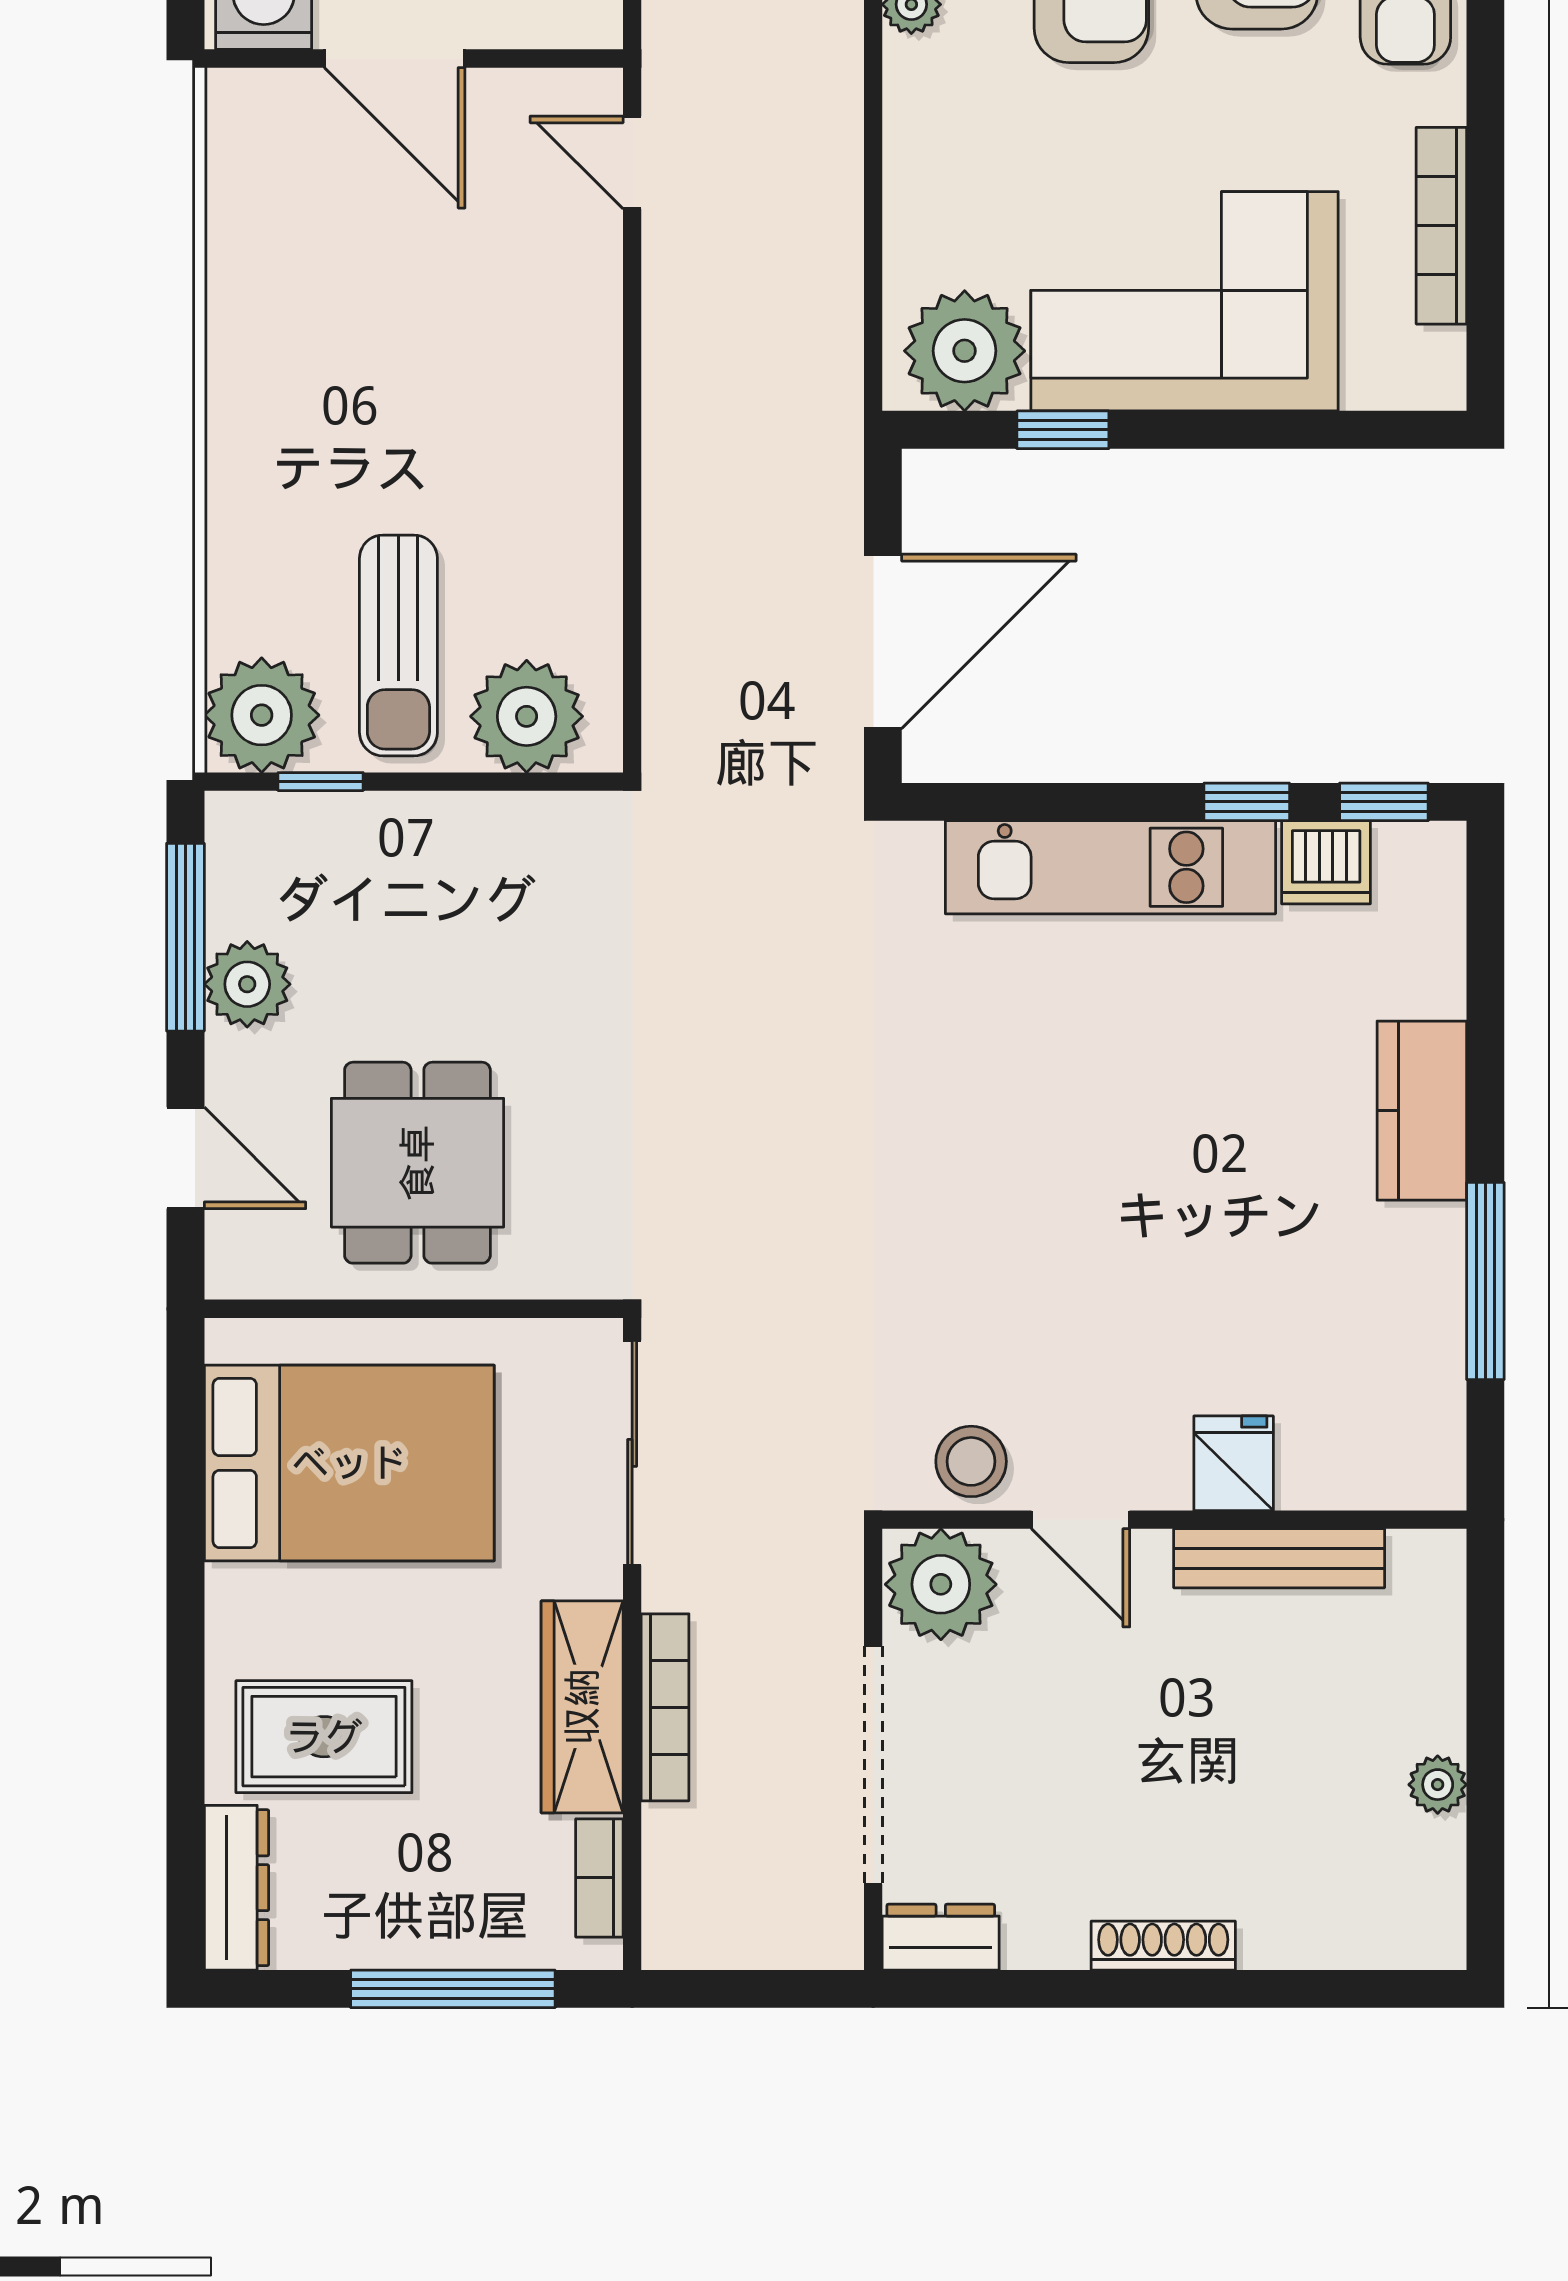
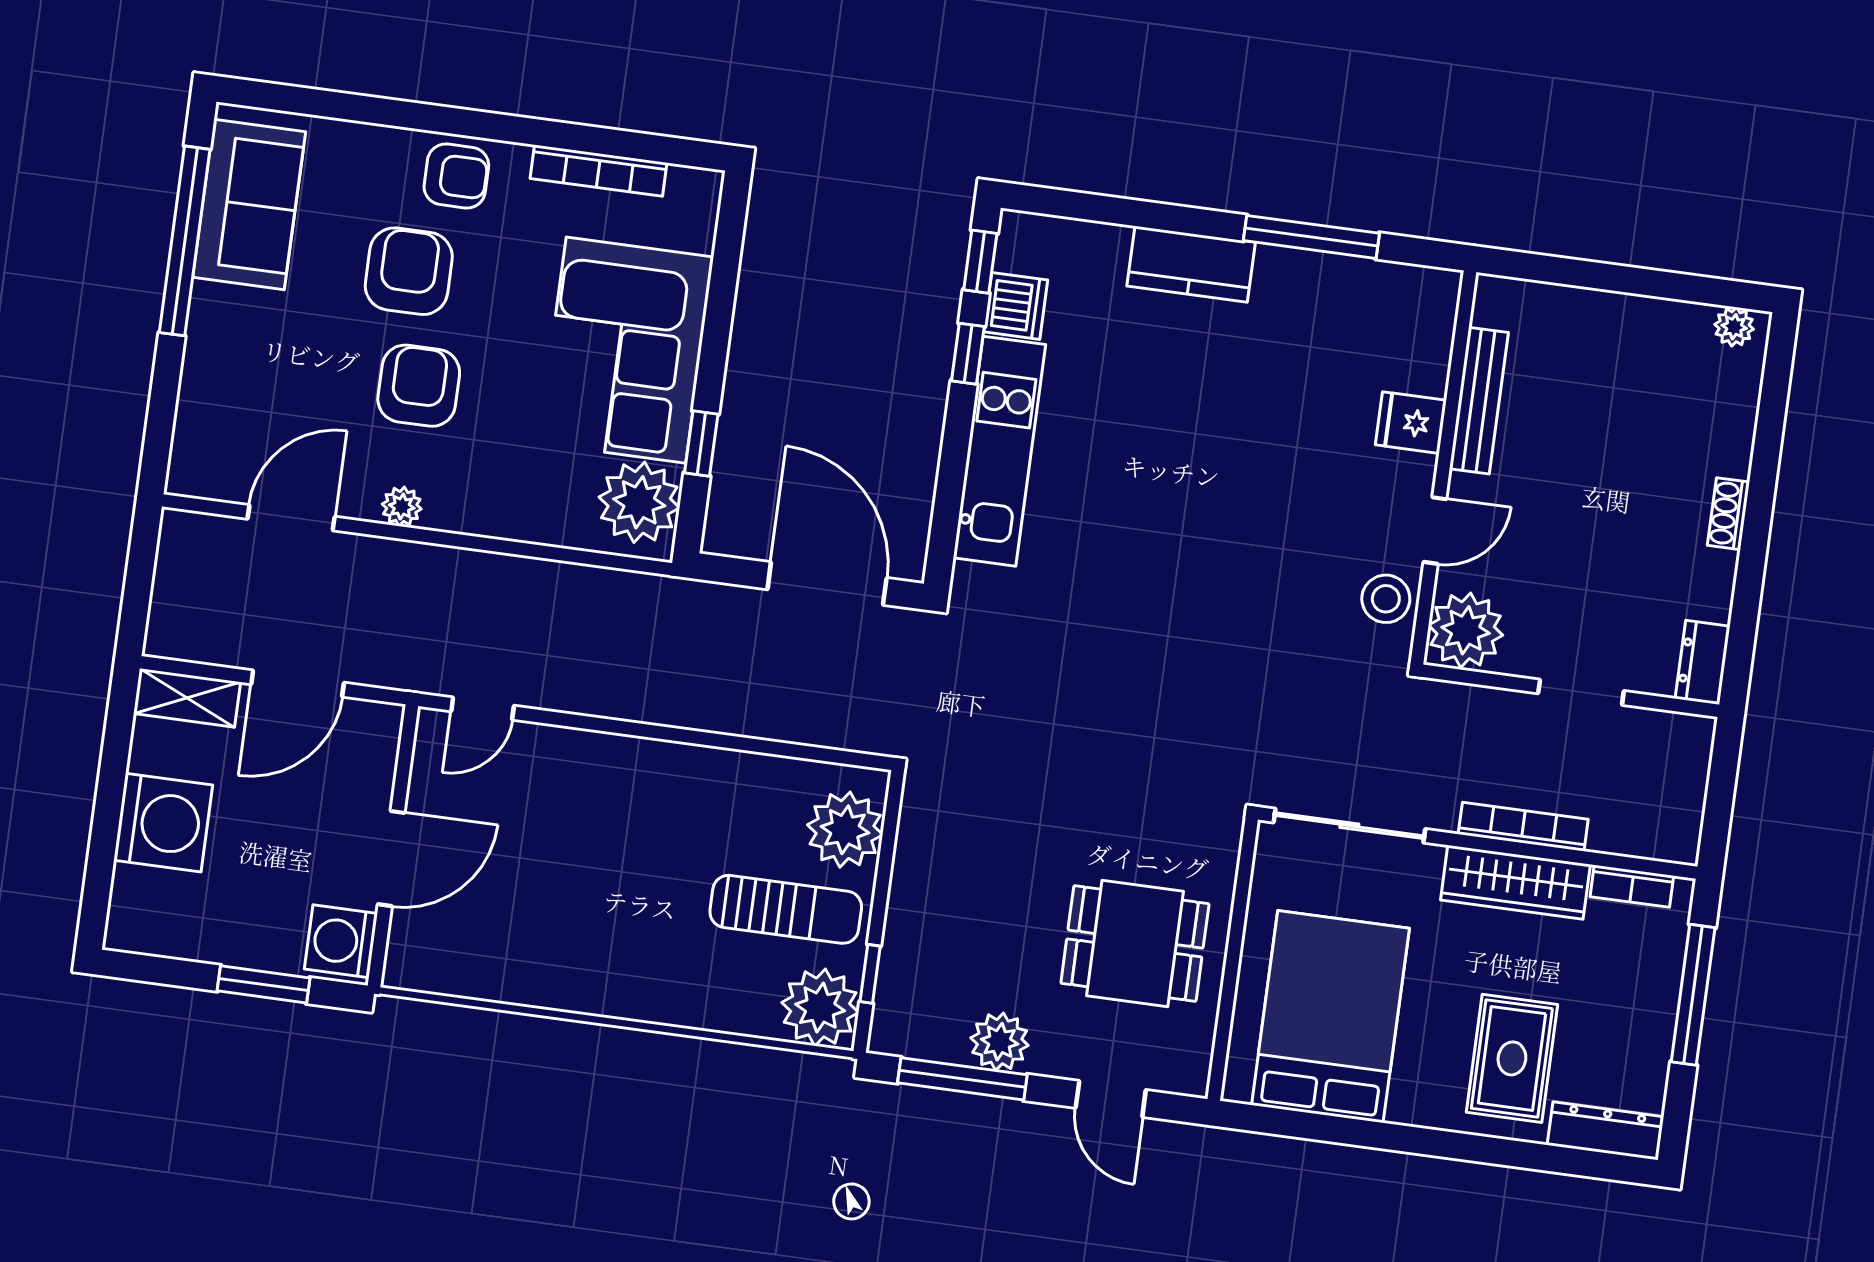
door: (185, 1158) -> (1111, 1099), swing flipped
doorway: (873, 1765) -> (1581, 692), width x0.53
plant: (1438, 1785) -> (1734, 327), moved
shoe rack: (1163, 1946) -> (1728, 514), width x0.70

